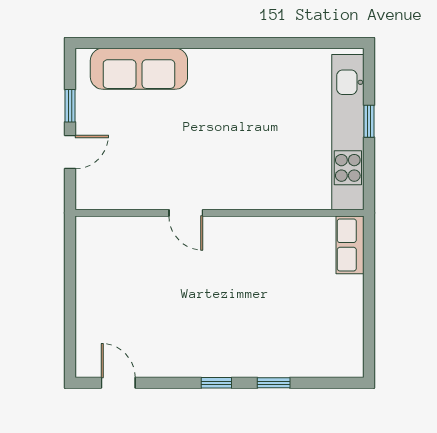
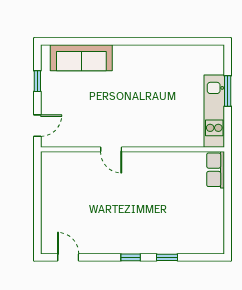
window: (369, 121) -> (228, 91), width x1.50
kitchen unit: (348, 132) -> (214, 111), width x0.73
door: (70, 152) -> (37, 126), moved

